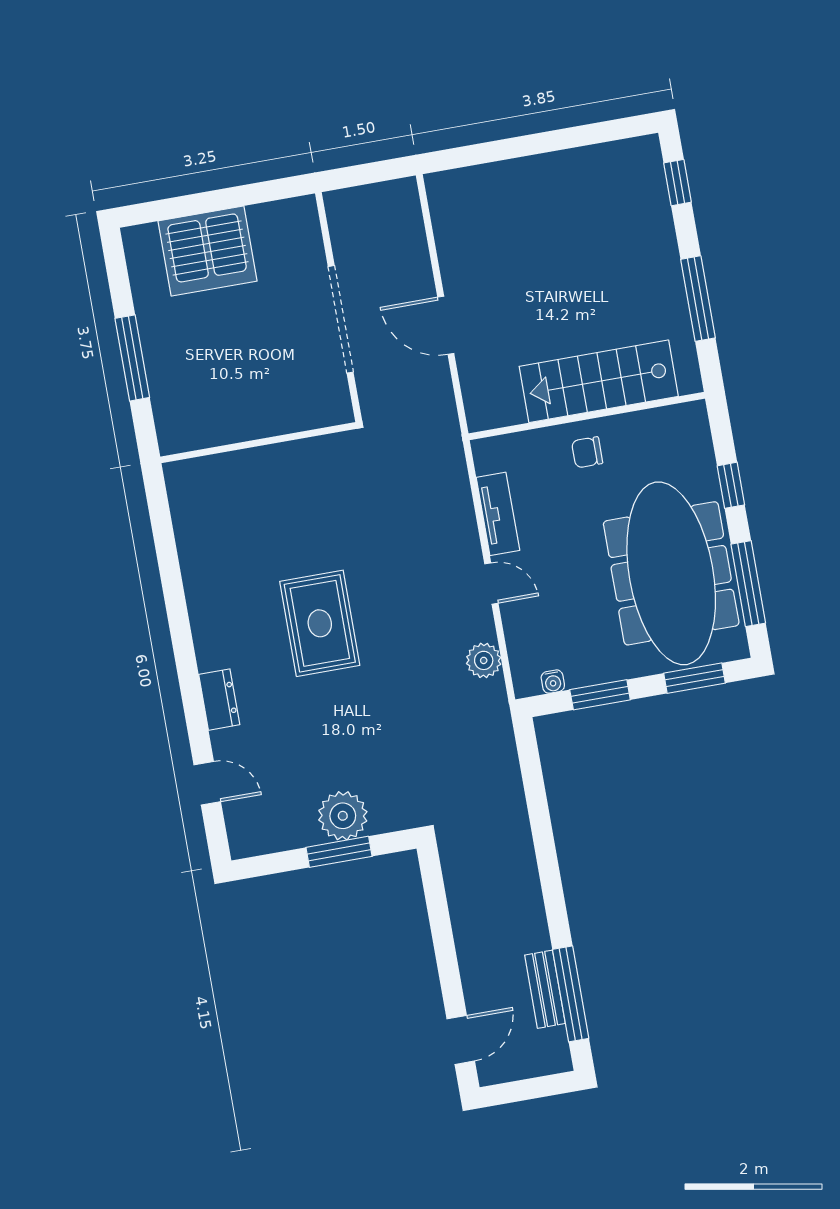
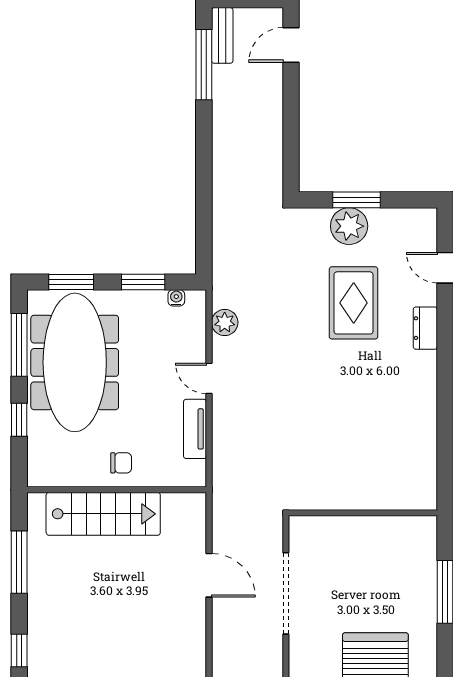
rug: (320, 623) -> (354, 303), moved
bench: (545, 989) -> (222, 35), moved

